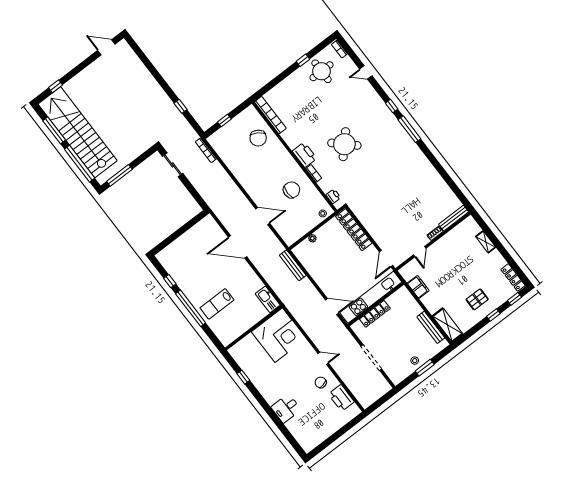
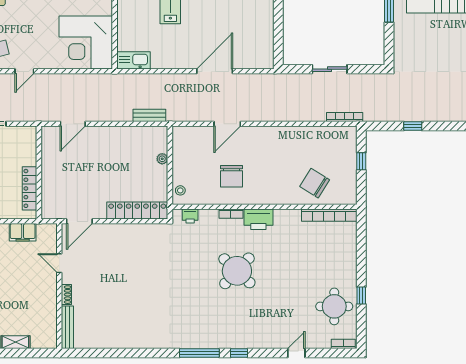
sliding door: (173, 165) -> (330, 69), moved
door: (386, 259) -> (79, 221), swing flipped
bench: (293, 265) -> (149, 115), width x0.73
kitchen unit: (371, 297) -> (51, 173), removed
locker: (375, 314) -> (29, 188), moved

